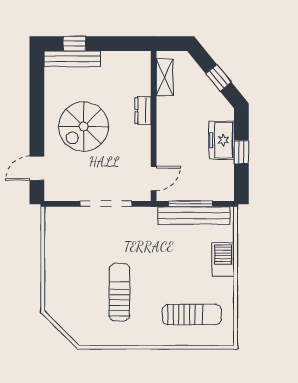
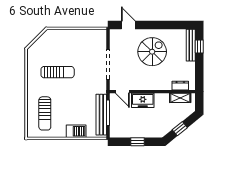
dresser: (143, 111) -> (180, 86), moved
spiral stairs: (84, 126) -> (152, 52), turned 90
freezer: (222, 140) -> (143, 100), moved, turned 180

